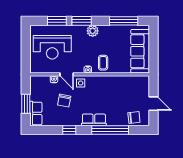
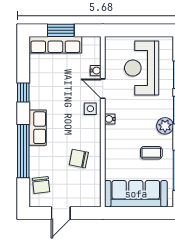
coffee table: (103, 63) -> (151, 153), moved
door: (67, 74) -> (103, 89), hinge flipped
chair: (64, 101) -> (79, 159), moved
row of seats: (36, 113) -> (55, 45), width x1.48

